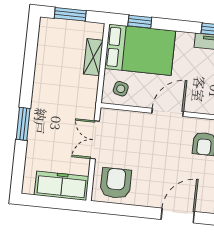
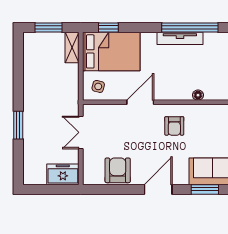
shelving: (93, 57) -> (72, 47), moved
armchair: (116, 183) -> (118, 170), moved
freezer: (62, 186) -> (63, 174), width x0.71

